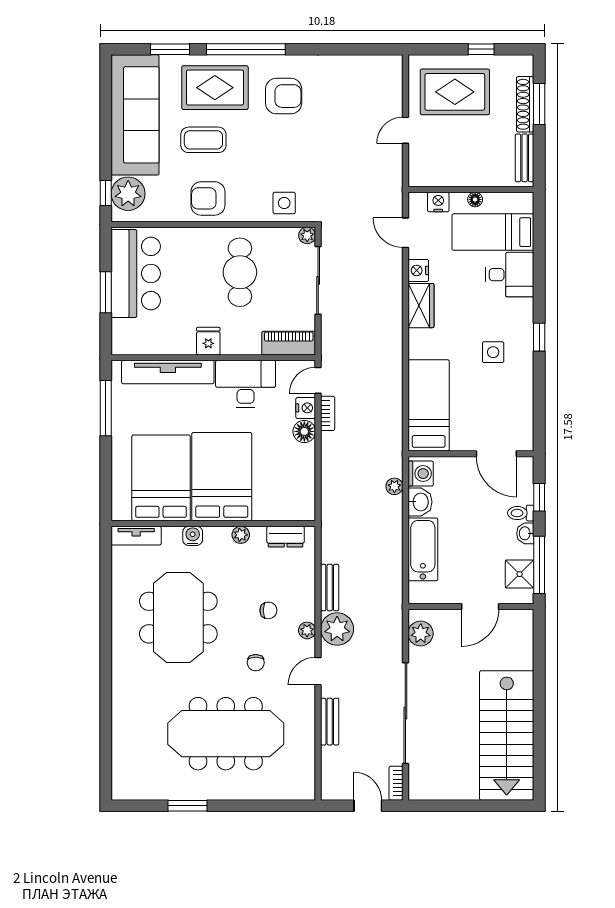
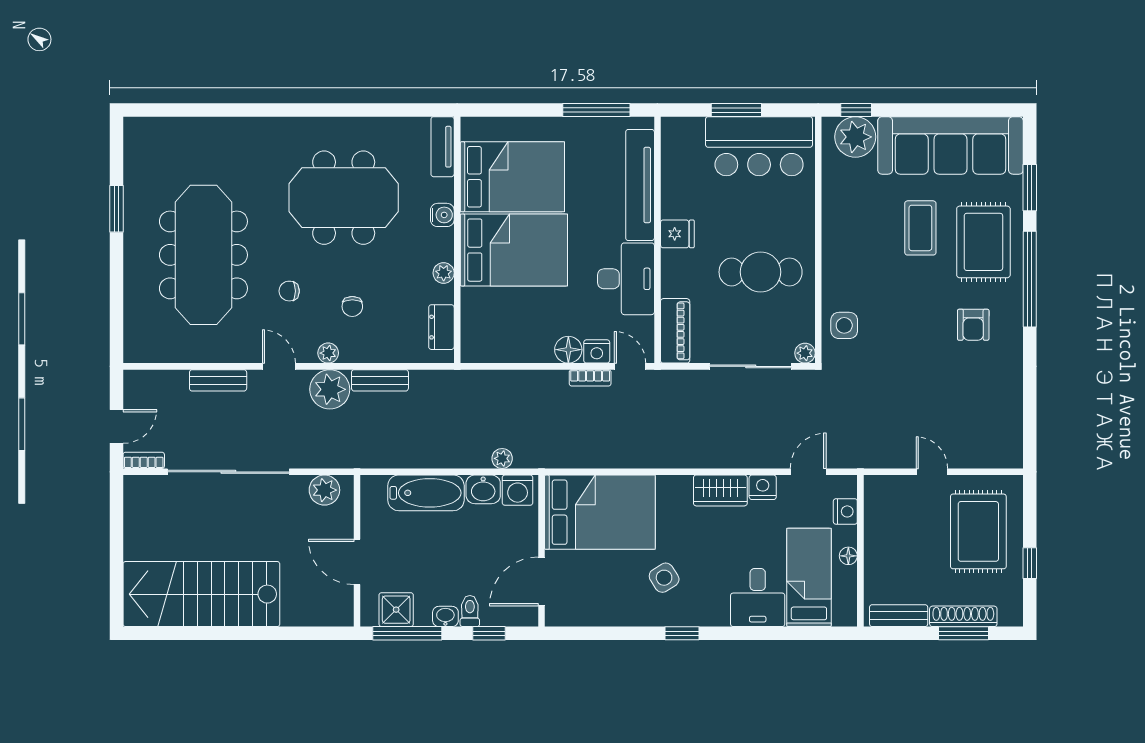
armchair: (284, 96) -> (973, 325), width x0.72, depth x0.72
armchair: (208, 198) -> (850, 233), removed
side table: (493, 352) -> (664, 578), turned -32
bed: (429, 405) -> (600, 512), width x1.50

